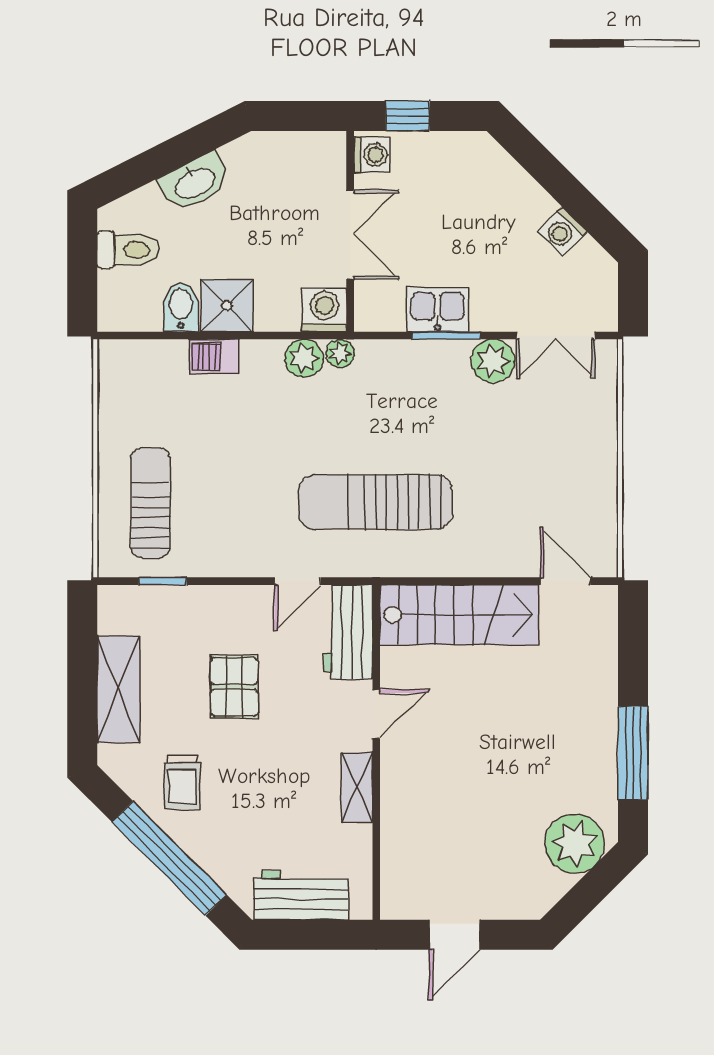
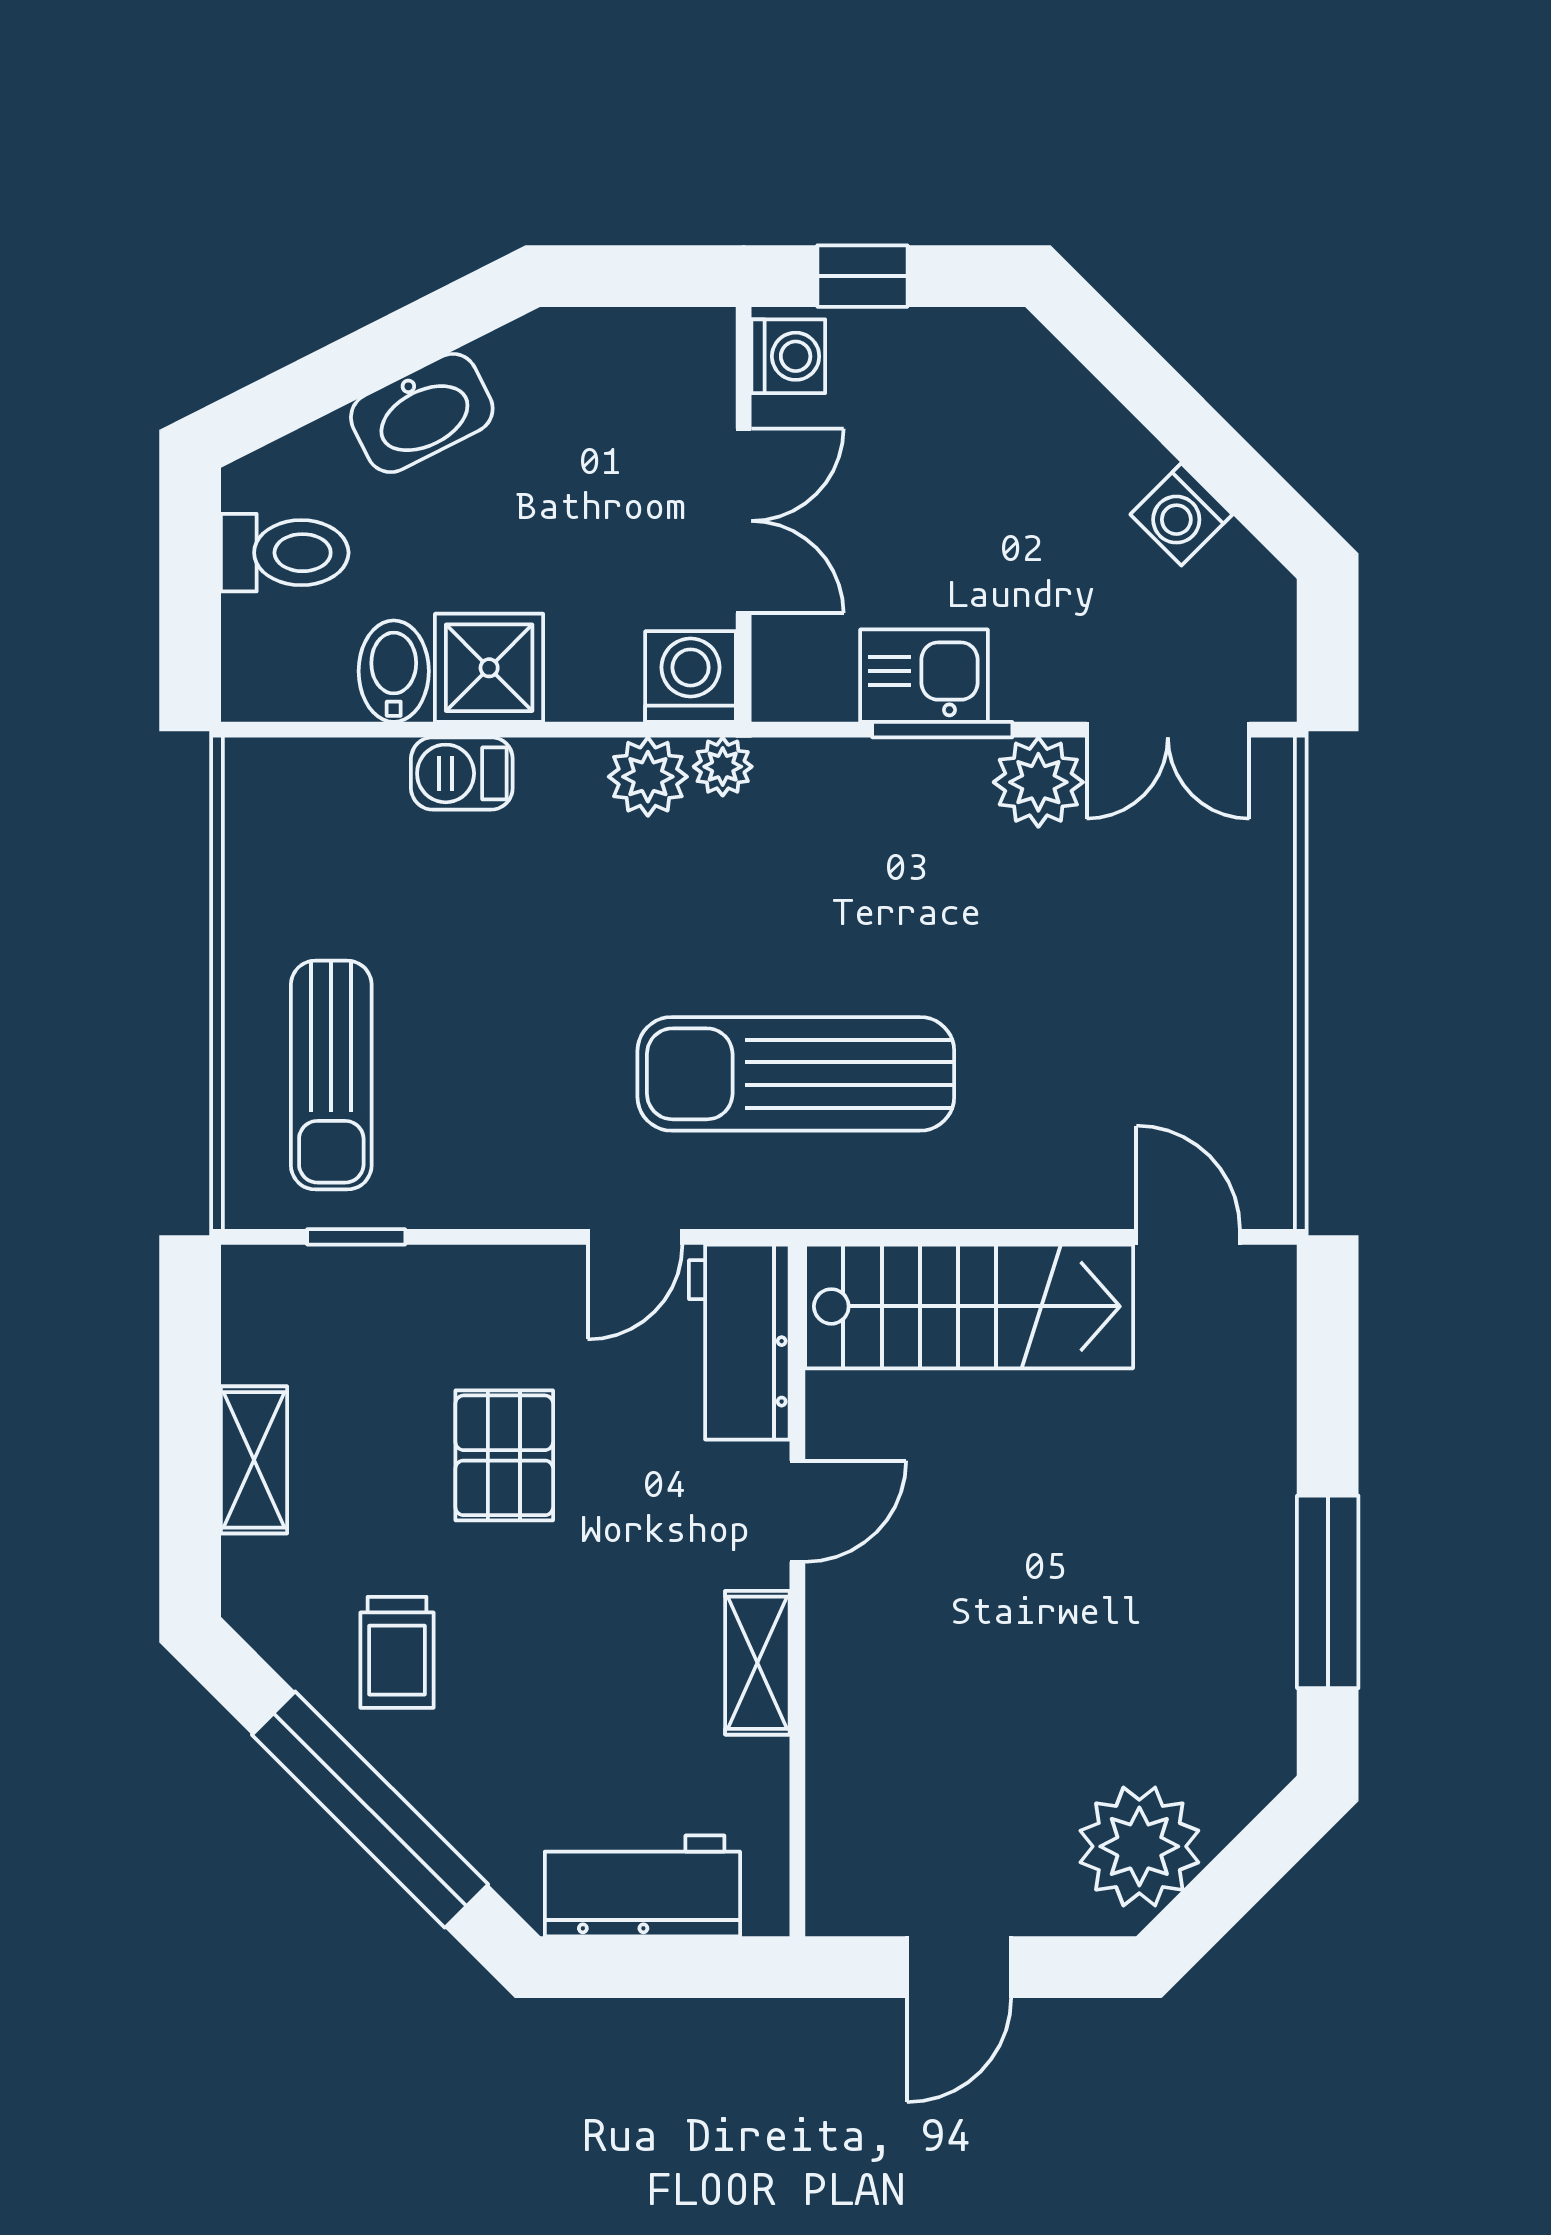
sun lounger: (151, 503) -> (331, 1075), turned 180
shelving: (118, 689) -> (254, 1460), width x0.67, depth x0.75
plant: (575, 844) -> (1139, 1846), moved

